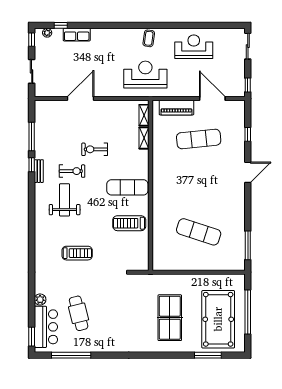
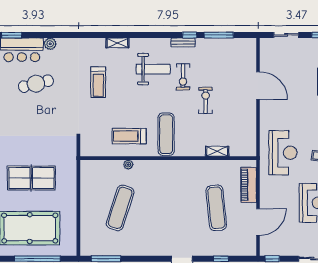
shelving: (144, 115) -> (117, 43), moved
treadmill: (129, 223) -> (129, 136), turned -90
plant: (157, 224) -> (128, 165), added

